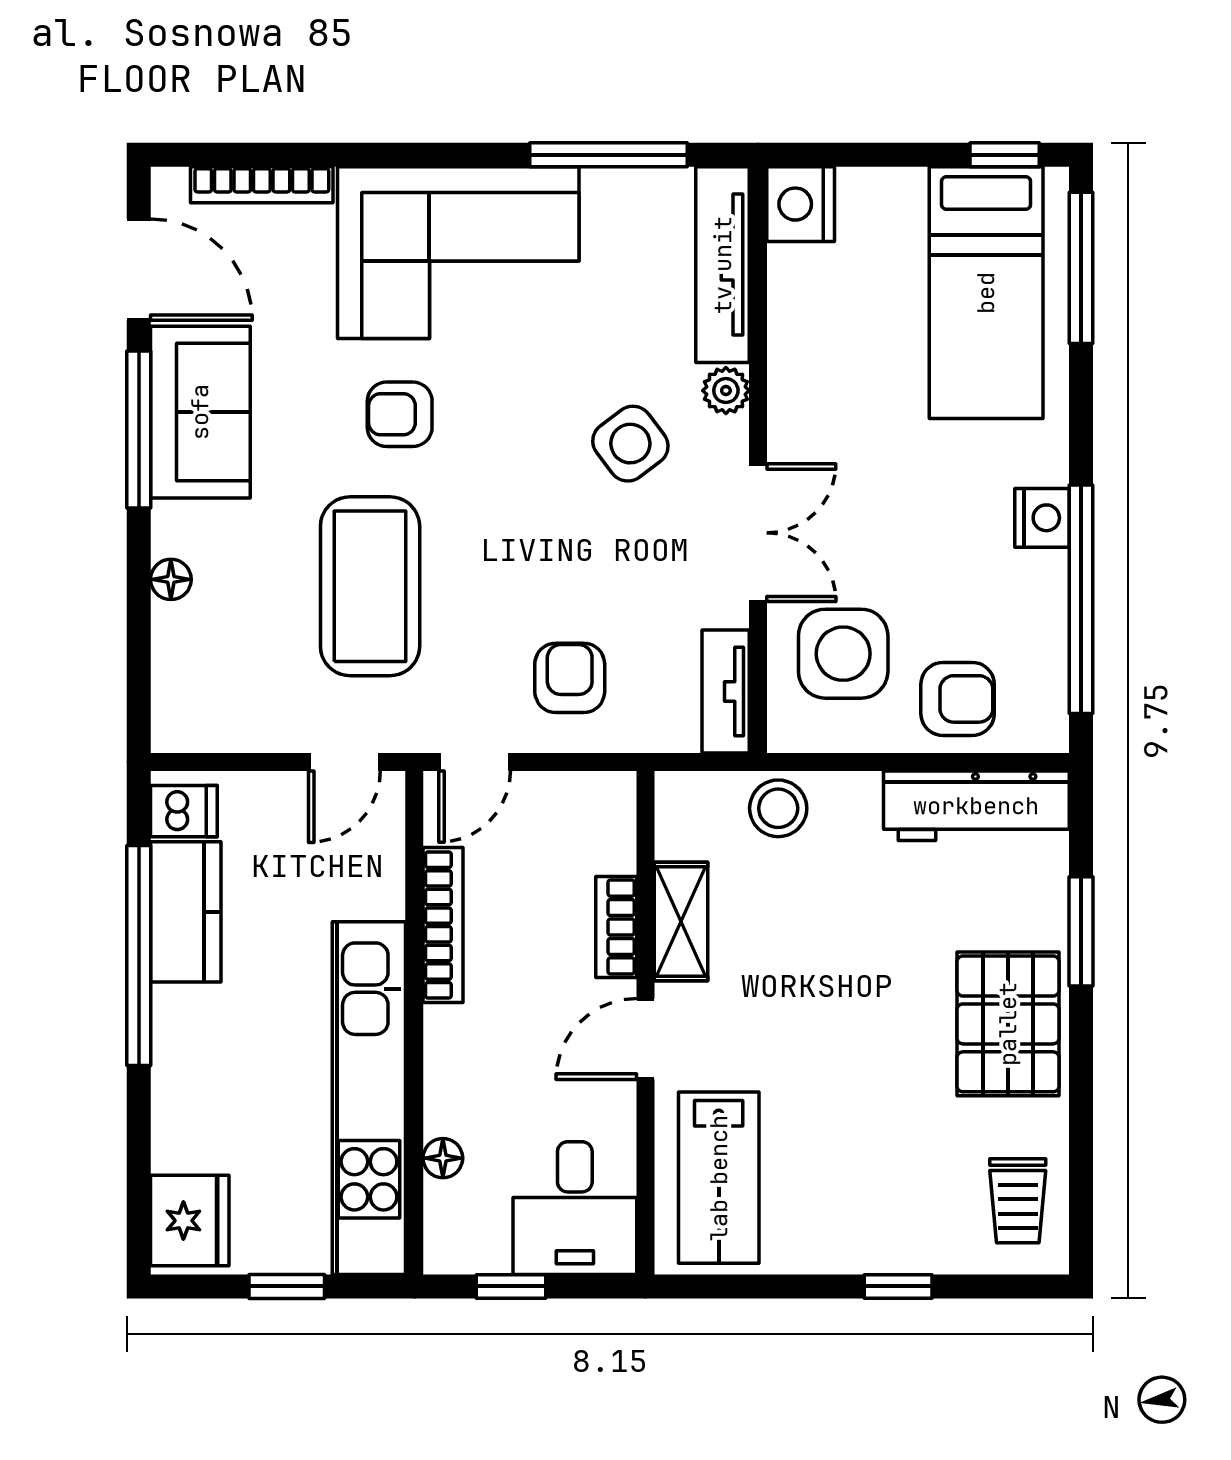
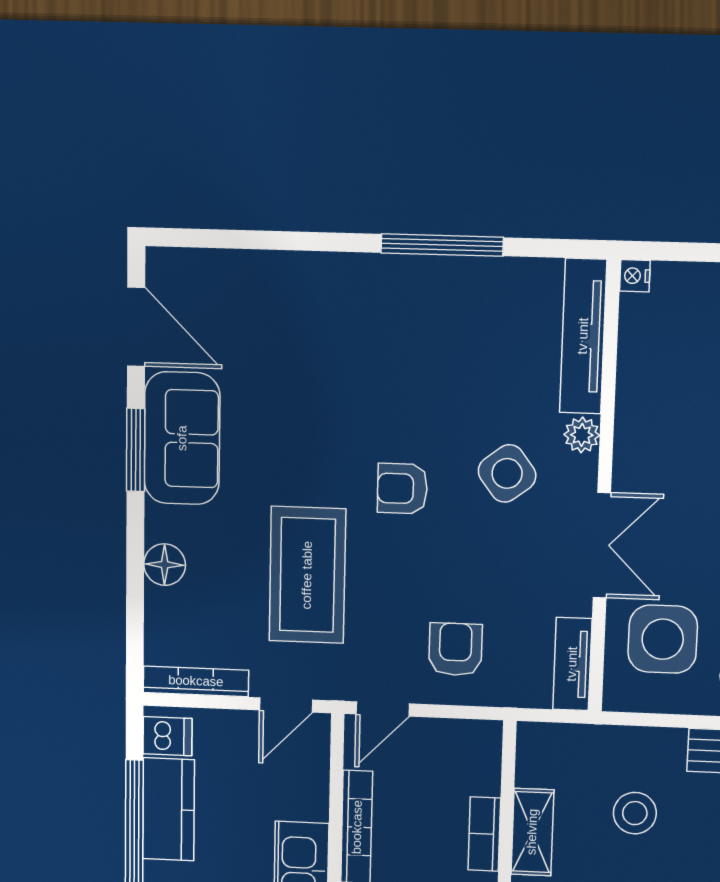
window: (609, 155) -> (442, 245), moved
bookcase: (262, 185) -> (196, 681), moved, turned 180
nightstand: (801, 204) -> (635, 276), width x0.53, depth x0.56
corner sofa: (458, 253) -> (380, 321), removed
armchair: (400, 414) -> (402, 489), moved
window: (139, 429) -> (136, 450), width x0.69
floor lamp: (171, 579) -> (165, 565), width x1.37, depth x1.37
stool: (778, 808) -> (635, 813), moved

